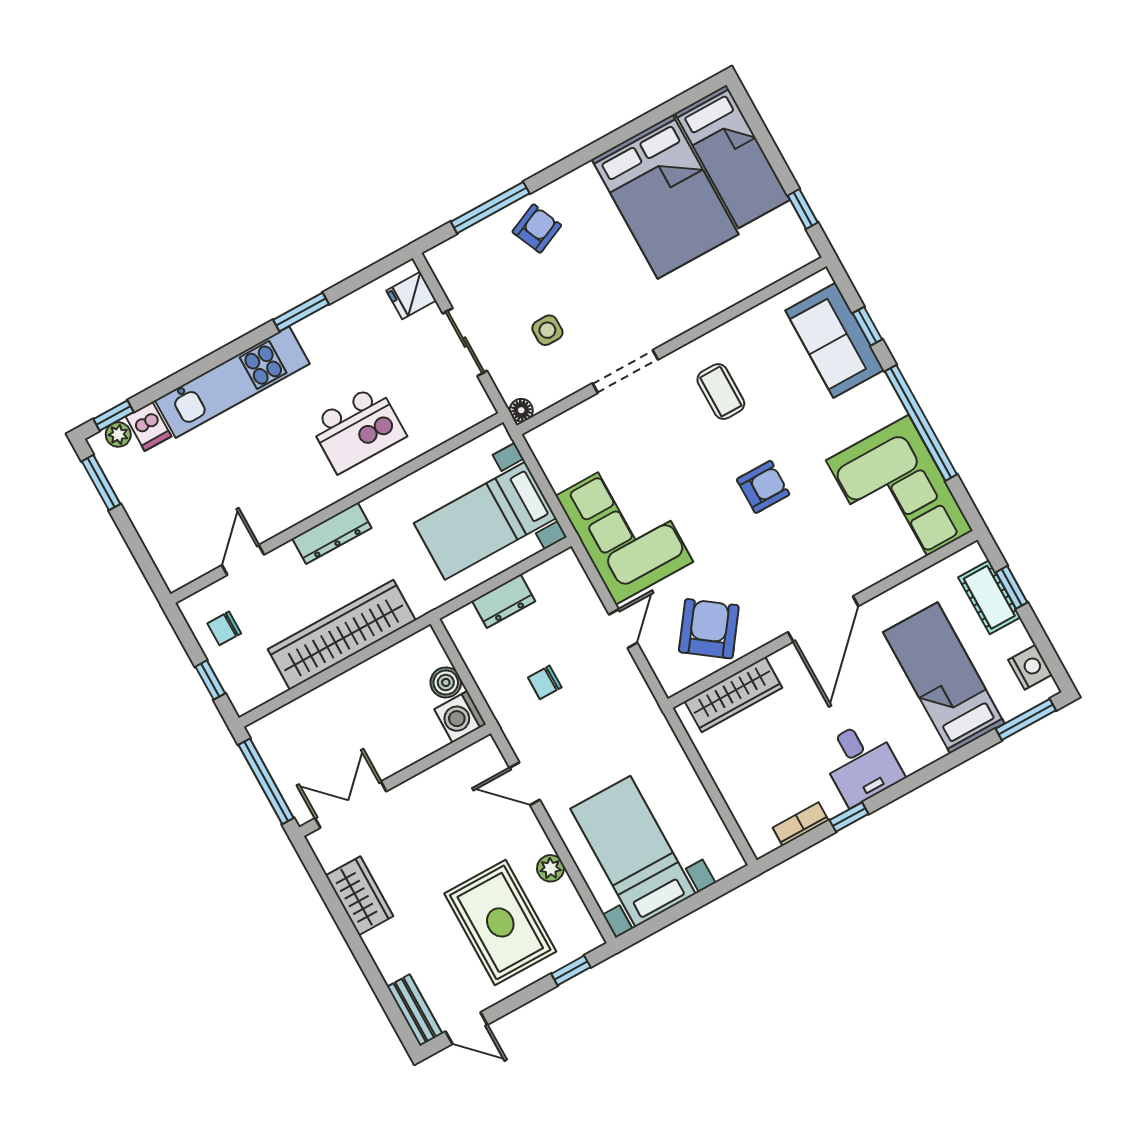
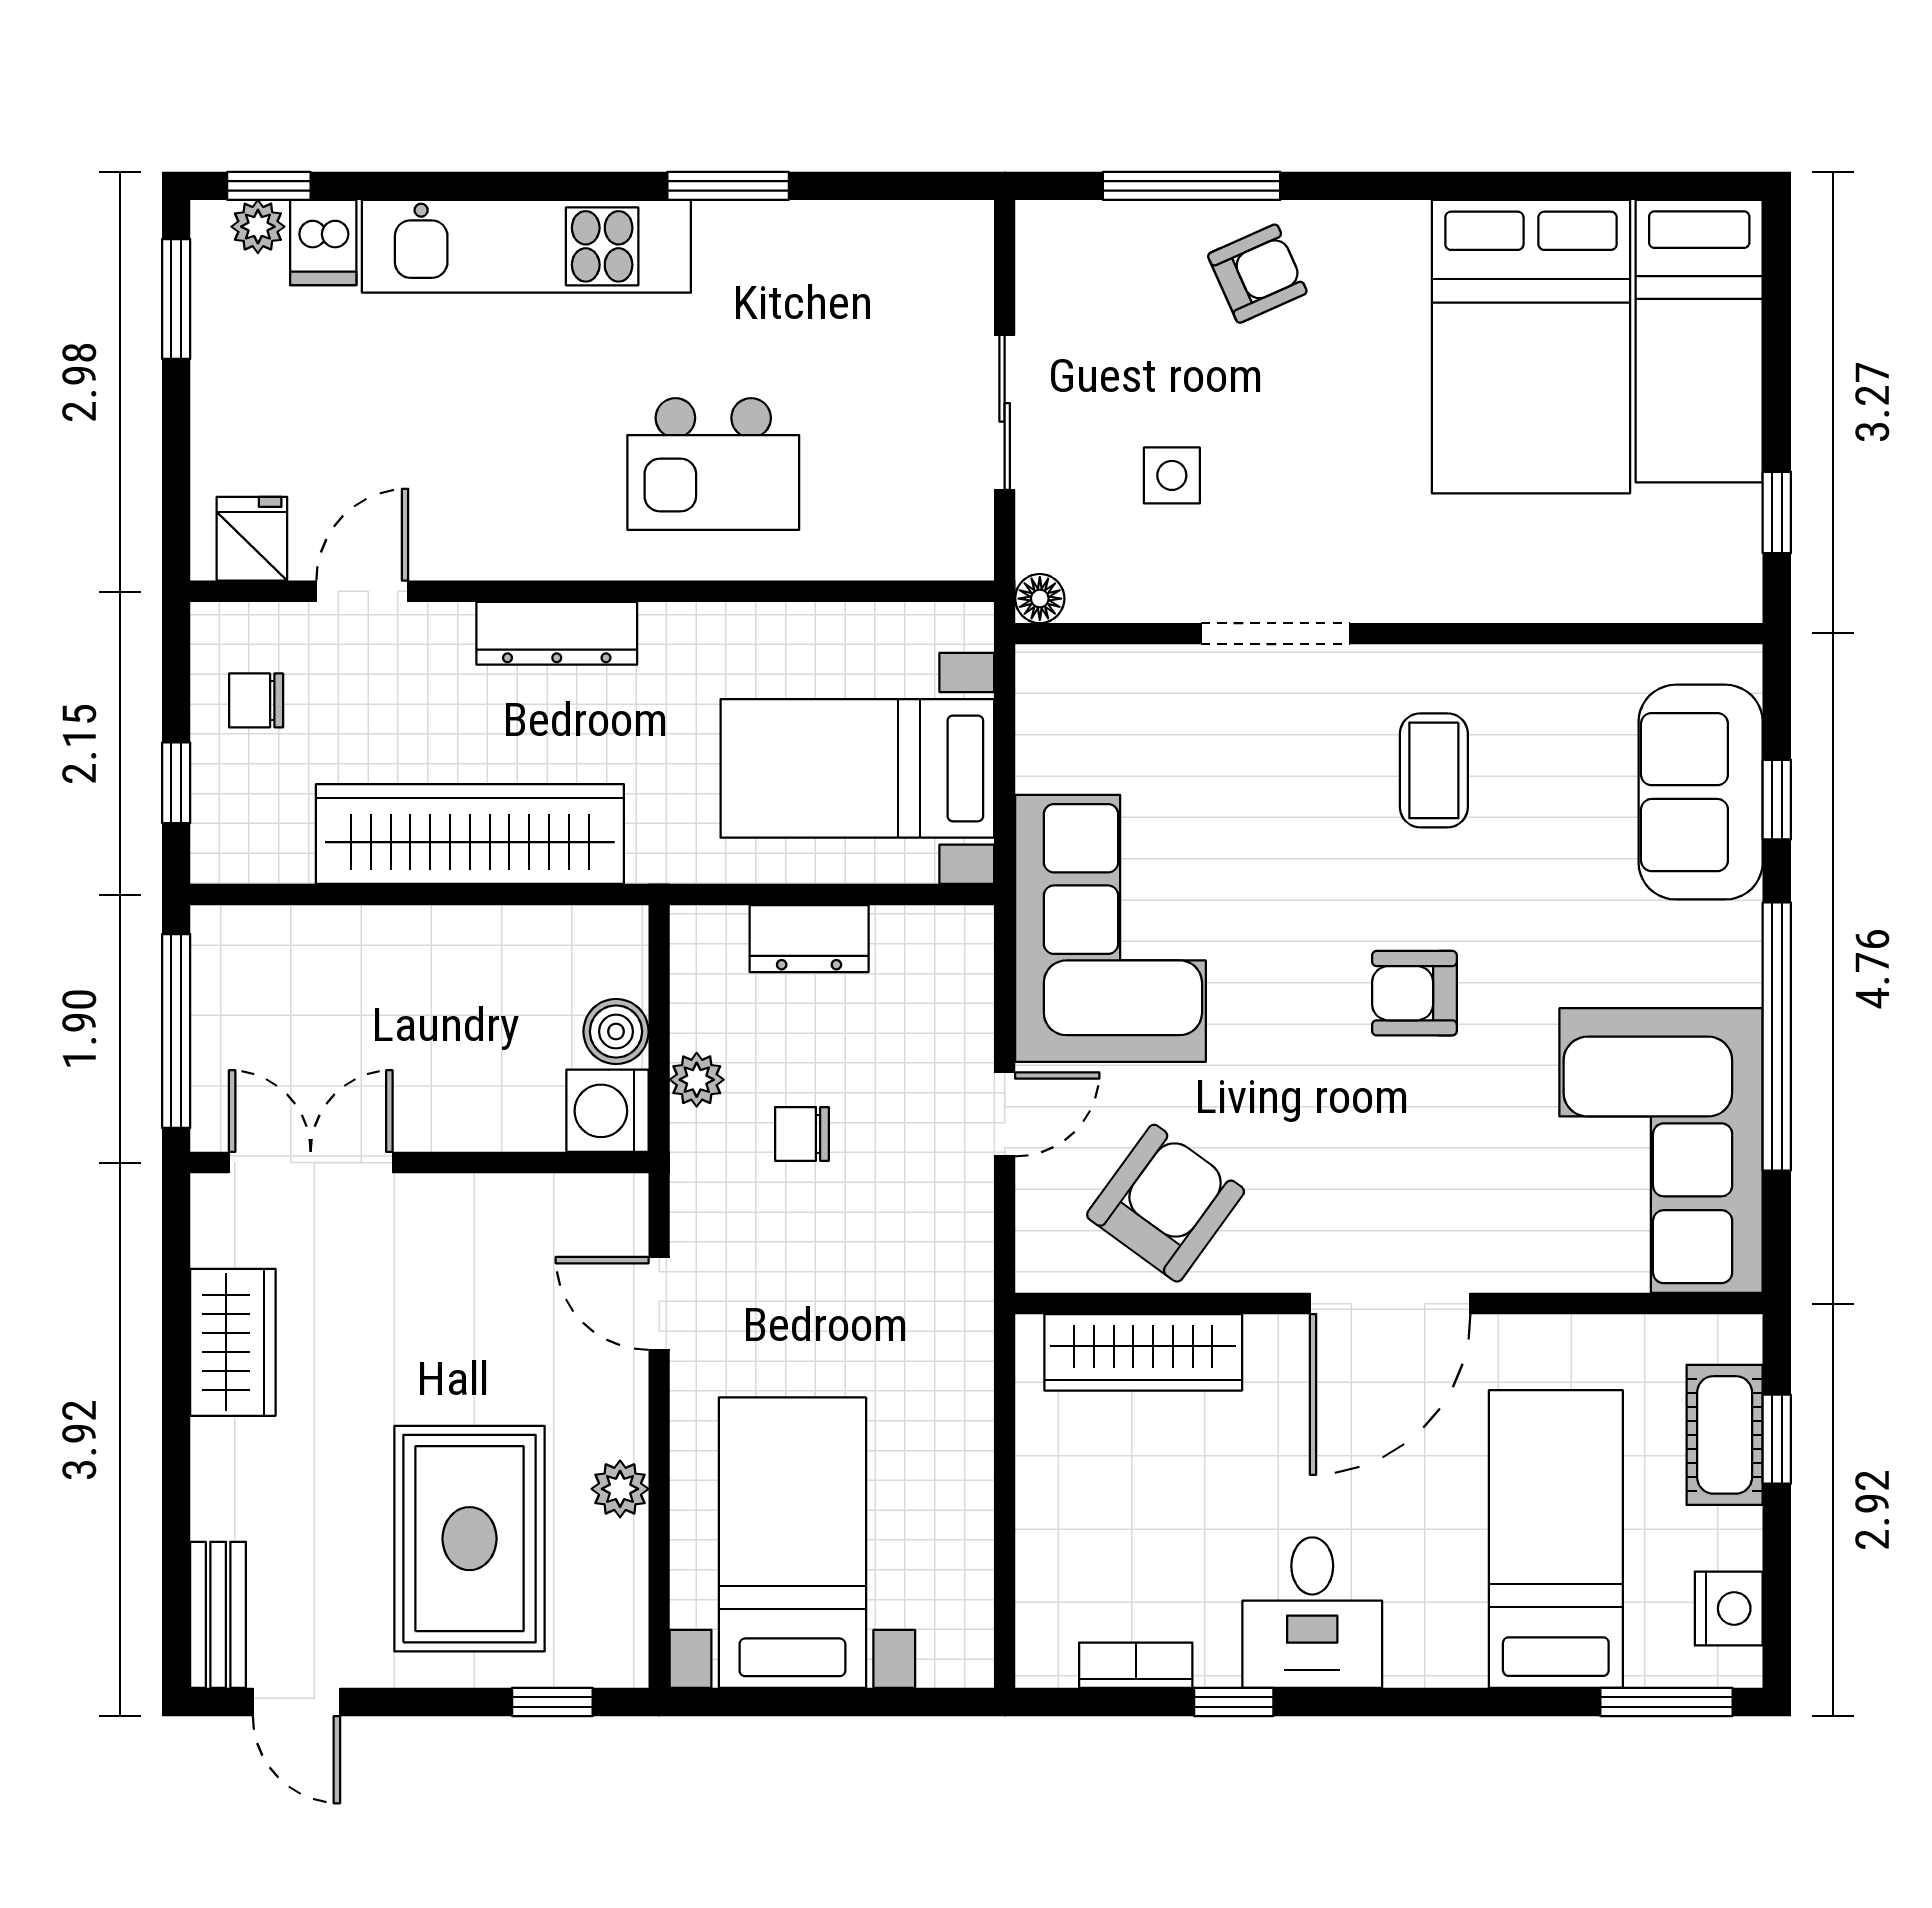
fridge: (411, 296) -> (252, 539), moved, turned 90
armchair: (763, 487) -> (1414, 993), turned 180
plant: (490, 684) -> (697, 1080), added

